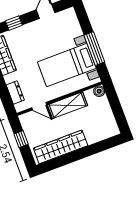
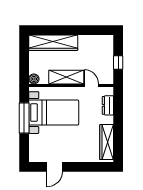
window: (14, 23) -> (86, 167), removed
wardrobe: (61, 147) -> (53, 43), moved

